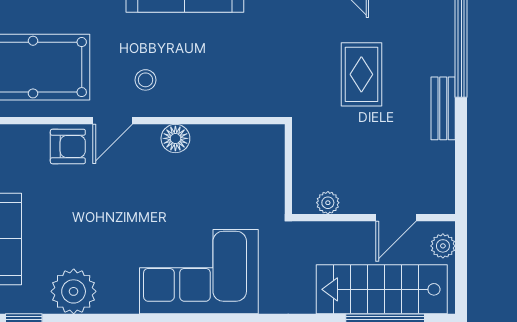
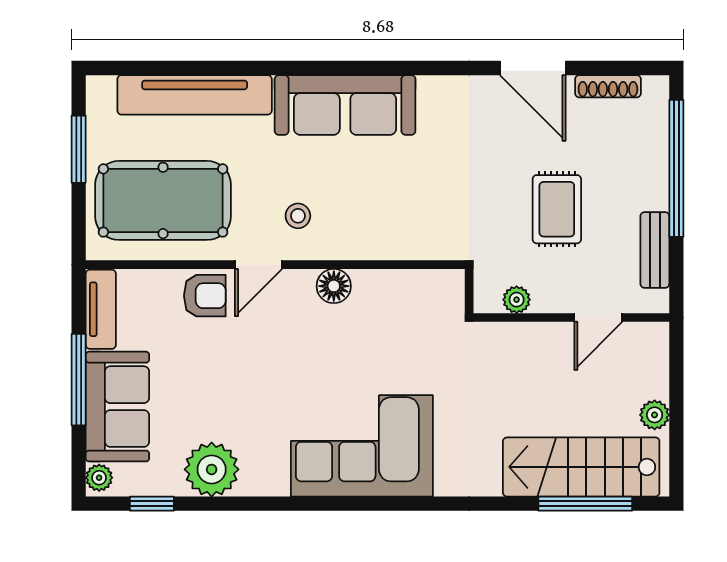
plant: (328, 203) -> (517, 300), moved
wall: (374, 218) -> (571, 318), moved
door: (396, 218) -> (598, 318), moved

